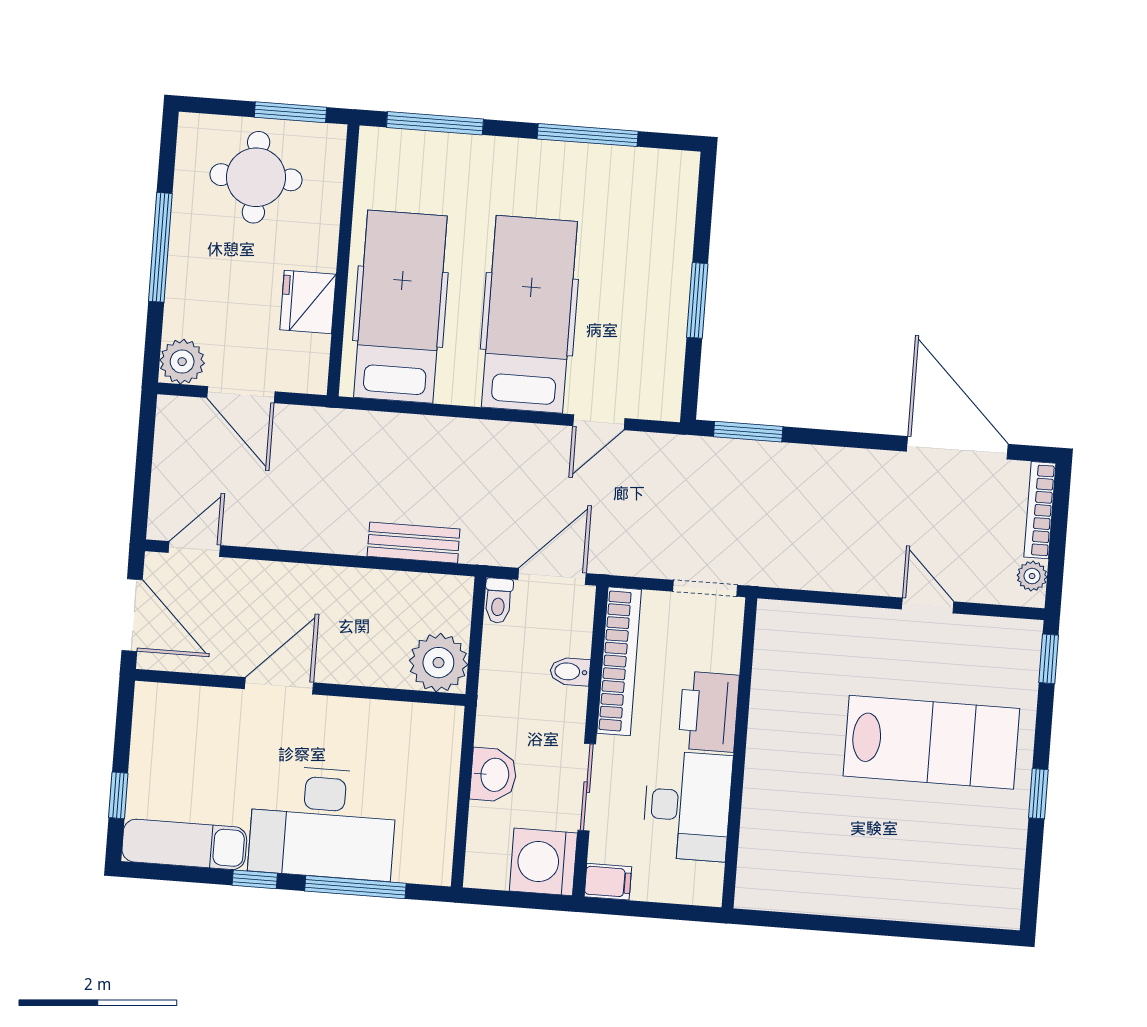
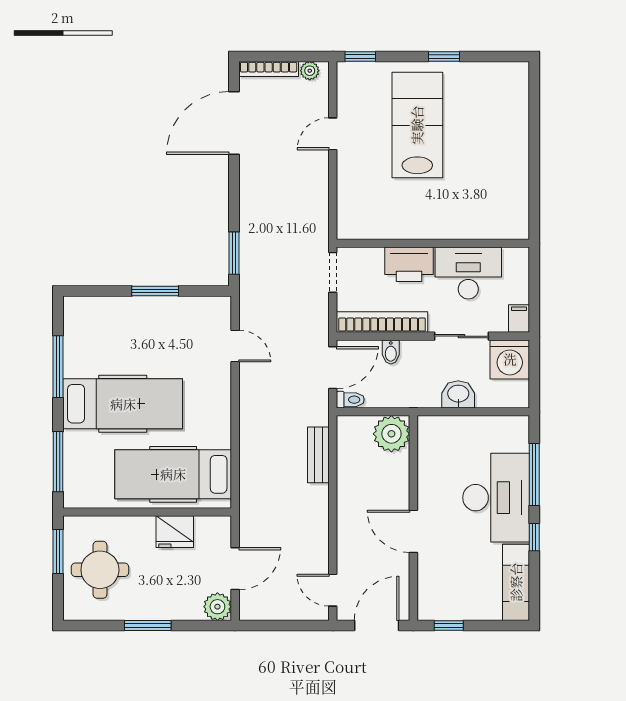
window: (160, 247) -> (148, 626), width x0.69
hospital bed: (529, 314) -> (123, 404), moved, turned 180
door: (552, 576) -> (333, 368), swing flipped
window: (118, 795) -> (449, 626), moved

